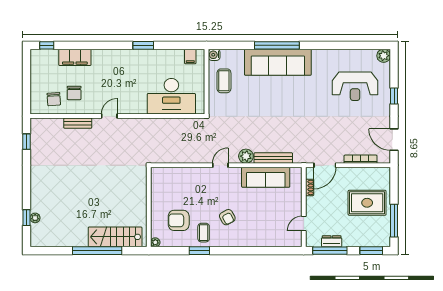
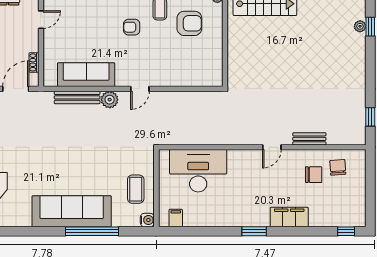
window: (143, 45) -> (254, 231), moved
window: (277, 45) -> (92, 231), moved
filing cabinet: (75, 57) -> (289, 217), moved
chair: (74, 93) -> (314, 175), turned 90
armchair: (227, 217) -> (132, 27), turned -61

